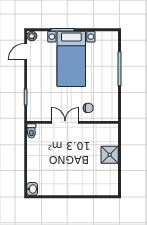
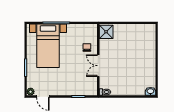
bed with nightstands: (71, 59) -> (48, 46), moved, turned 90
shower: (110, 155) -> (106, 32), moved

